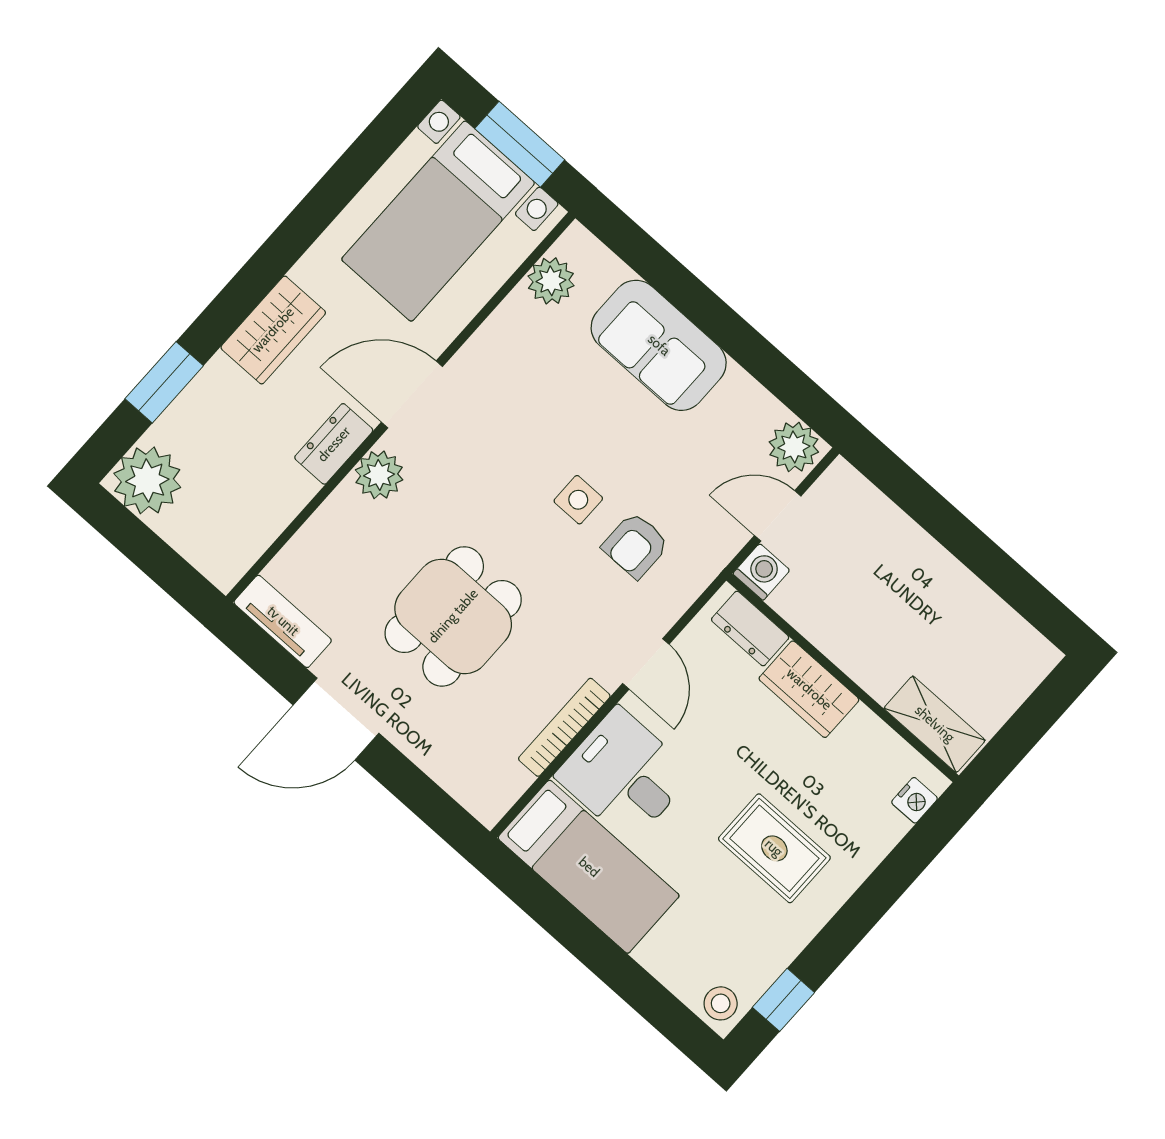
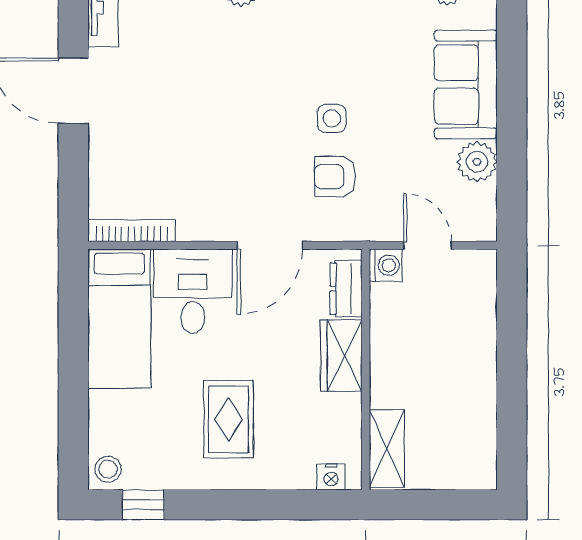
plant: (794, 447) -> (477, 162), moved
dining table: (453, 616) -> (196, 106), removed
door: (646, 664) -> (270, 245), width x1.38
bookcase: (564, 727) -> (132, 231), moved

